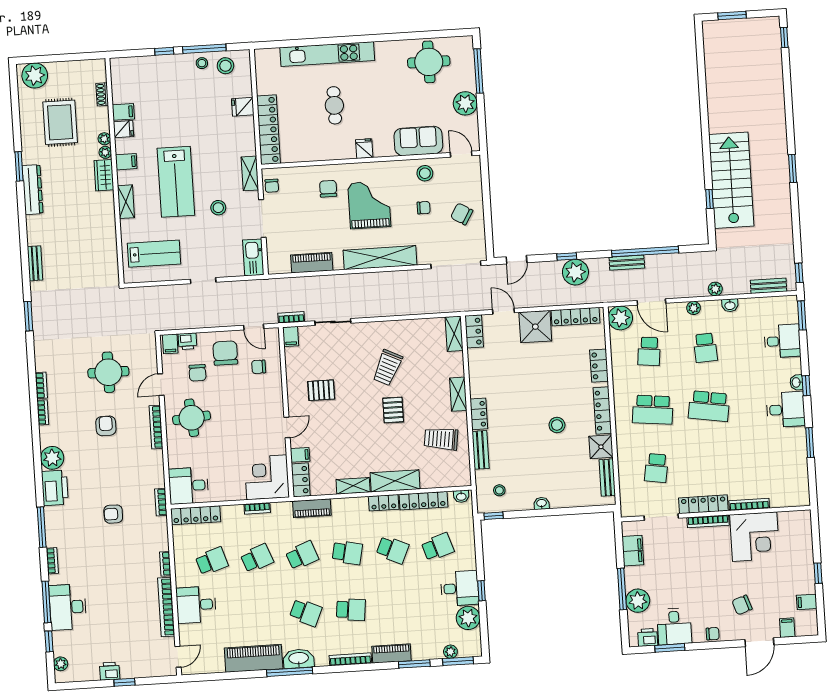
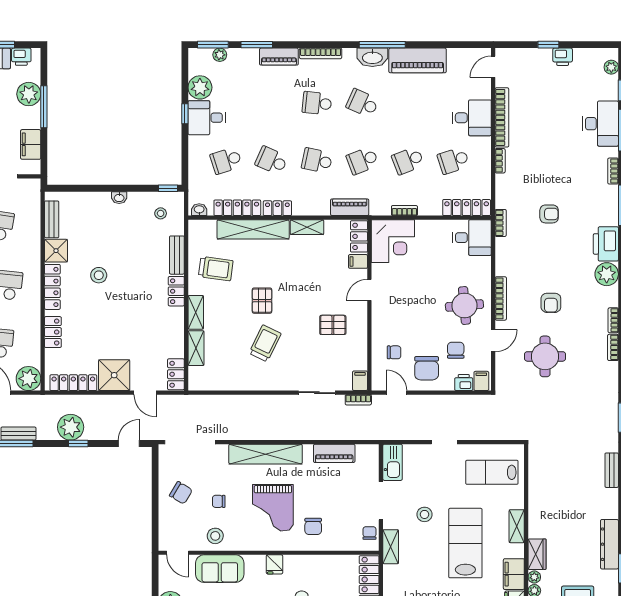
filing cabinet: (126, 162) -> (514, 574), width x2.00
shelving: (454, 334) -> (196, 348), moved
shelving: (395, 481) -> (253, 229), width x1.47

